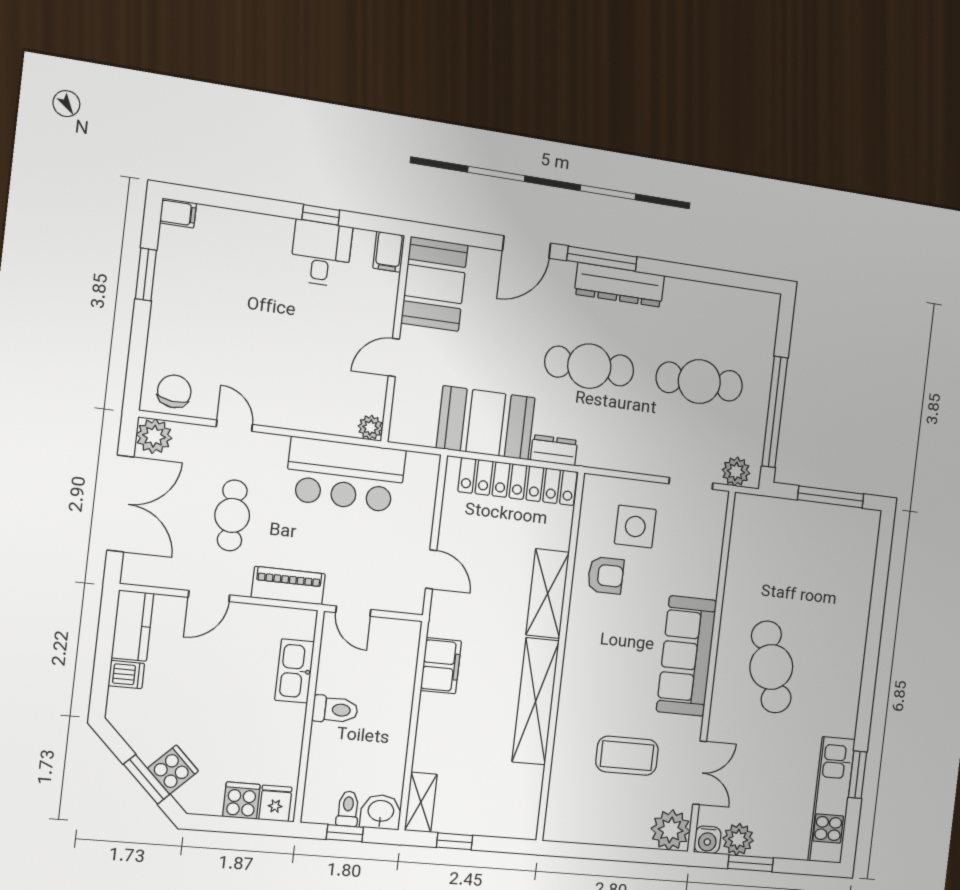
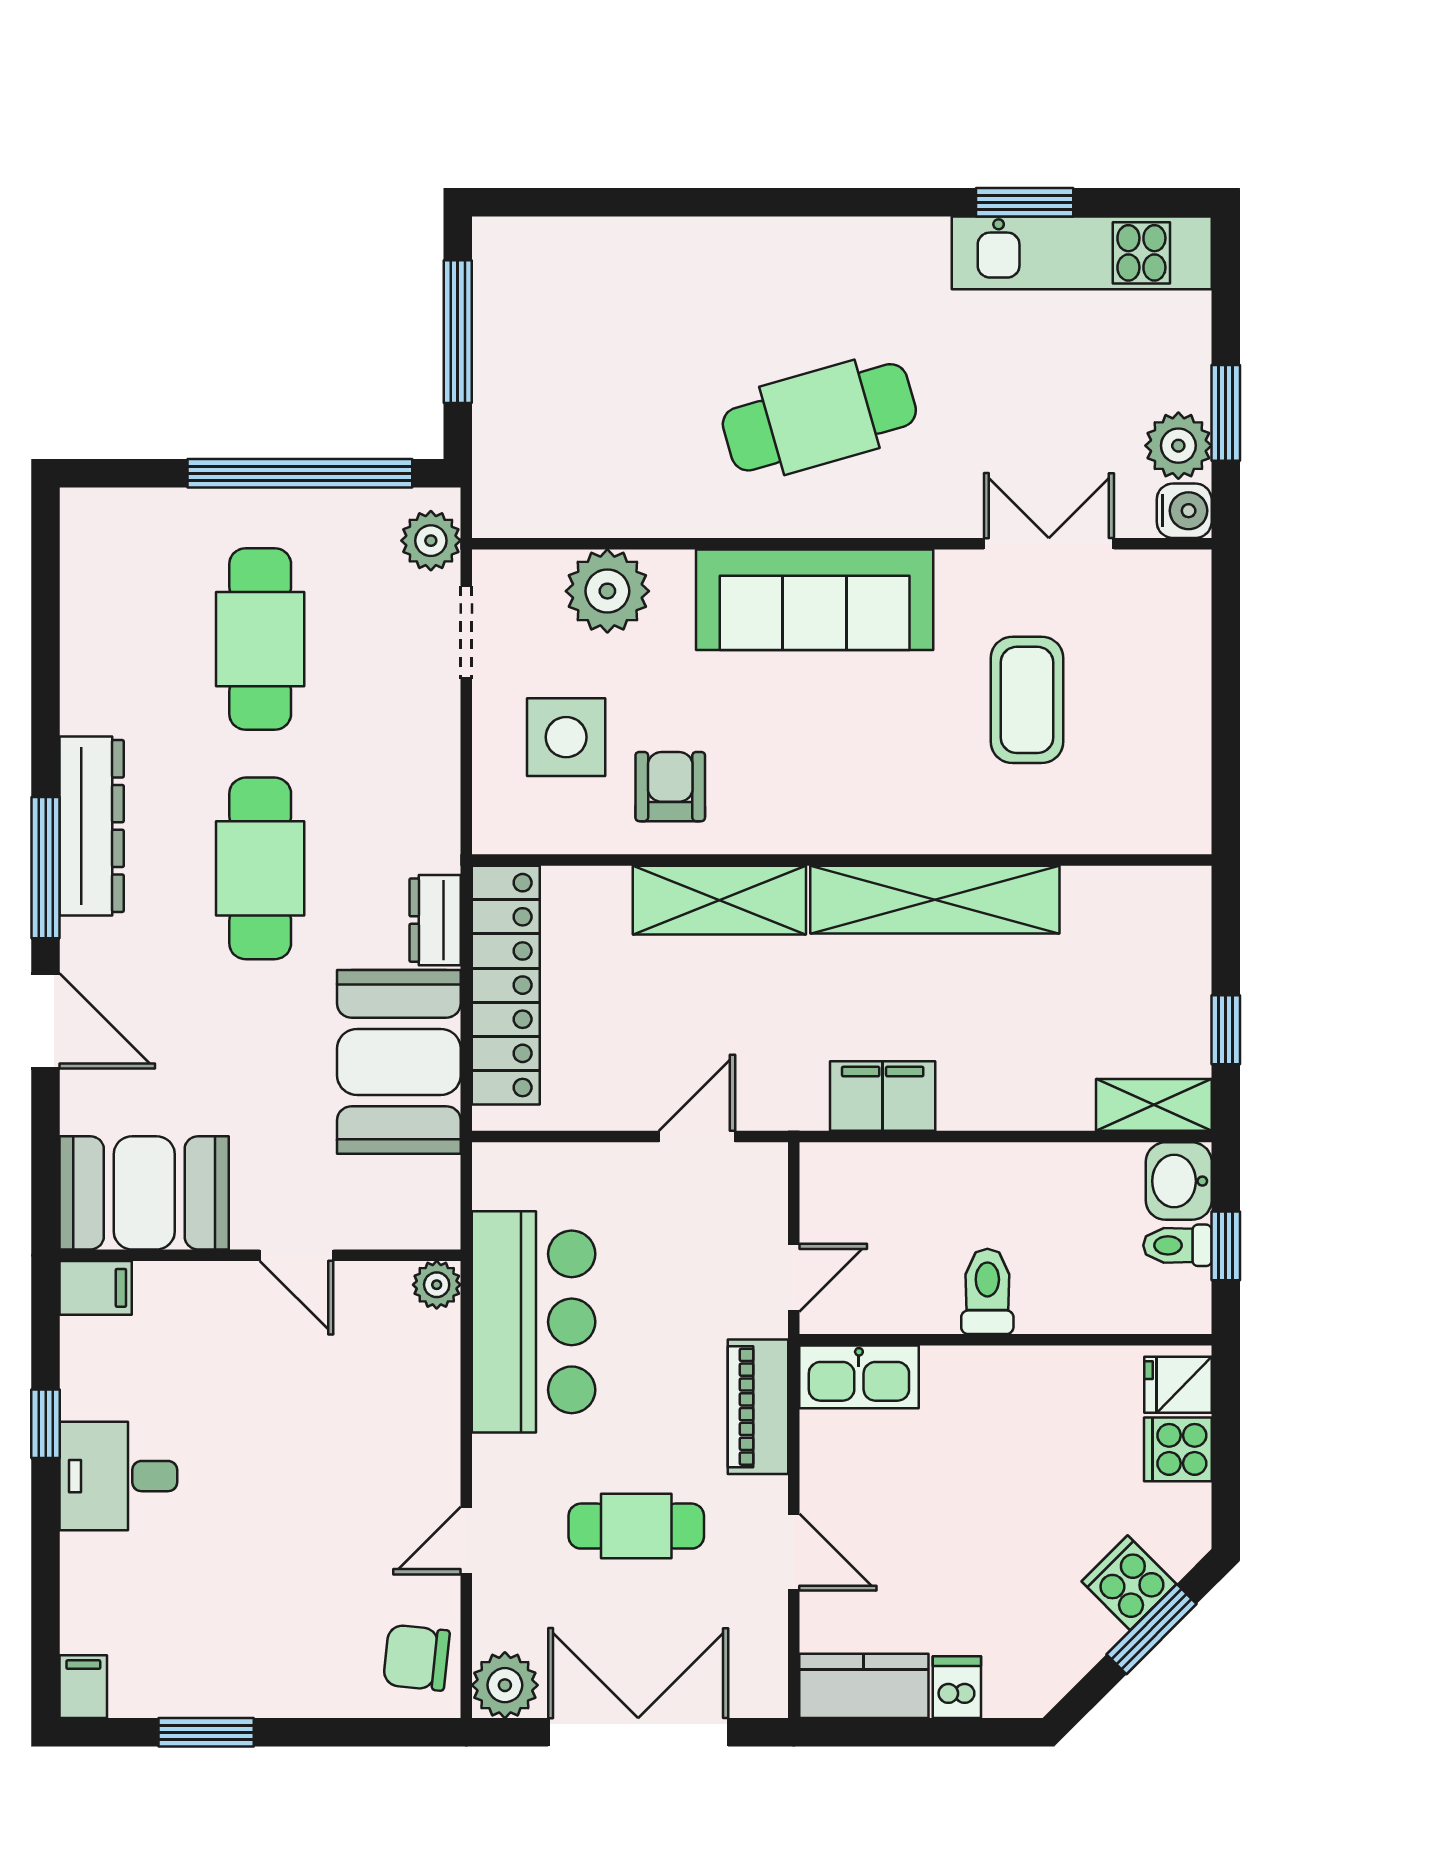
desk: (321, 253) -> (118, 1476), moved
kitchen sink: (294, 671) -> (859, 1377), moved
plant: (671, 830) -> (607, 591), moved

